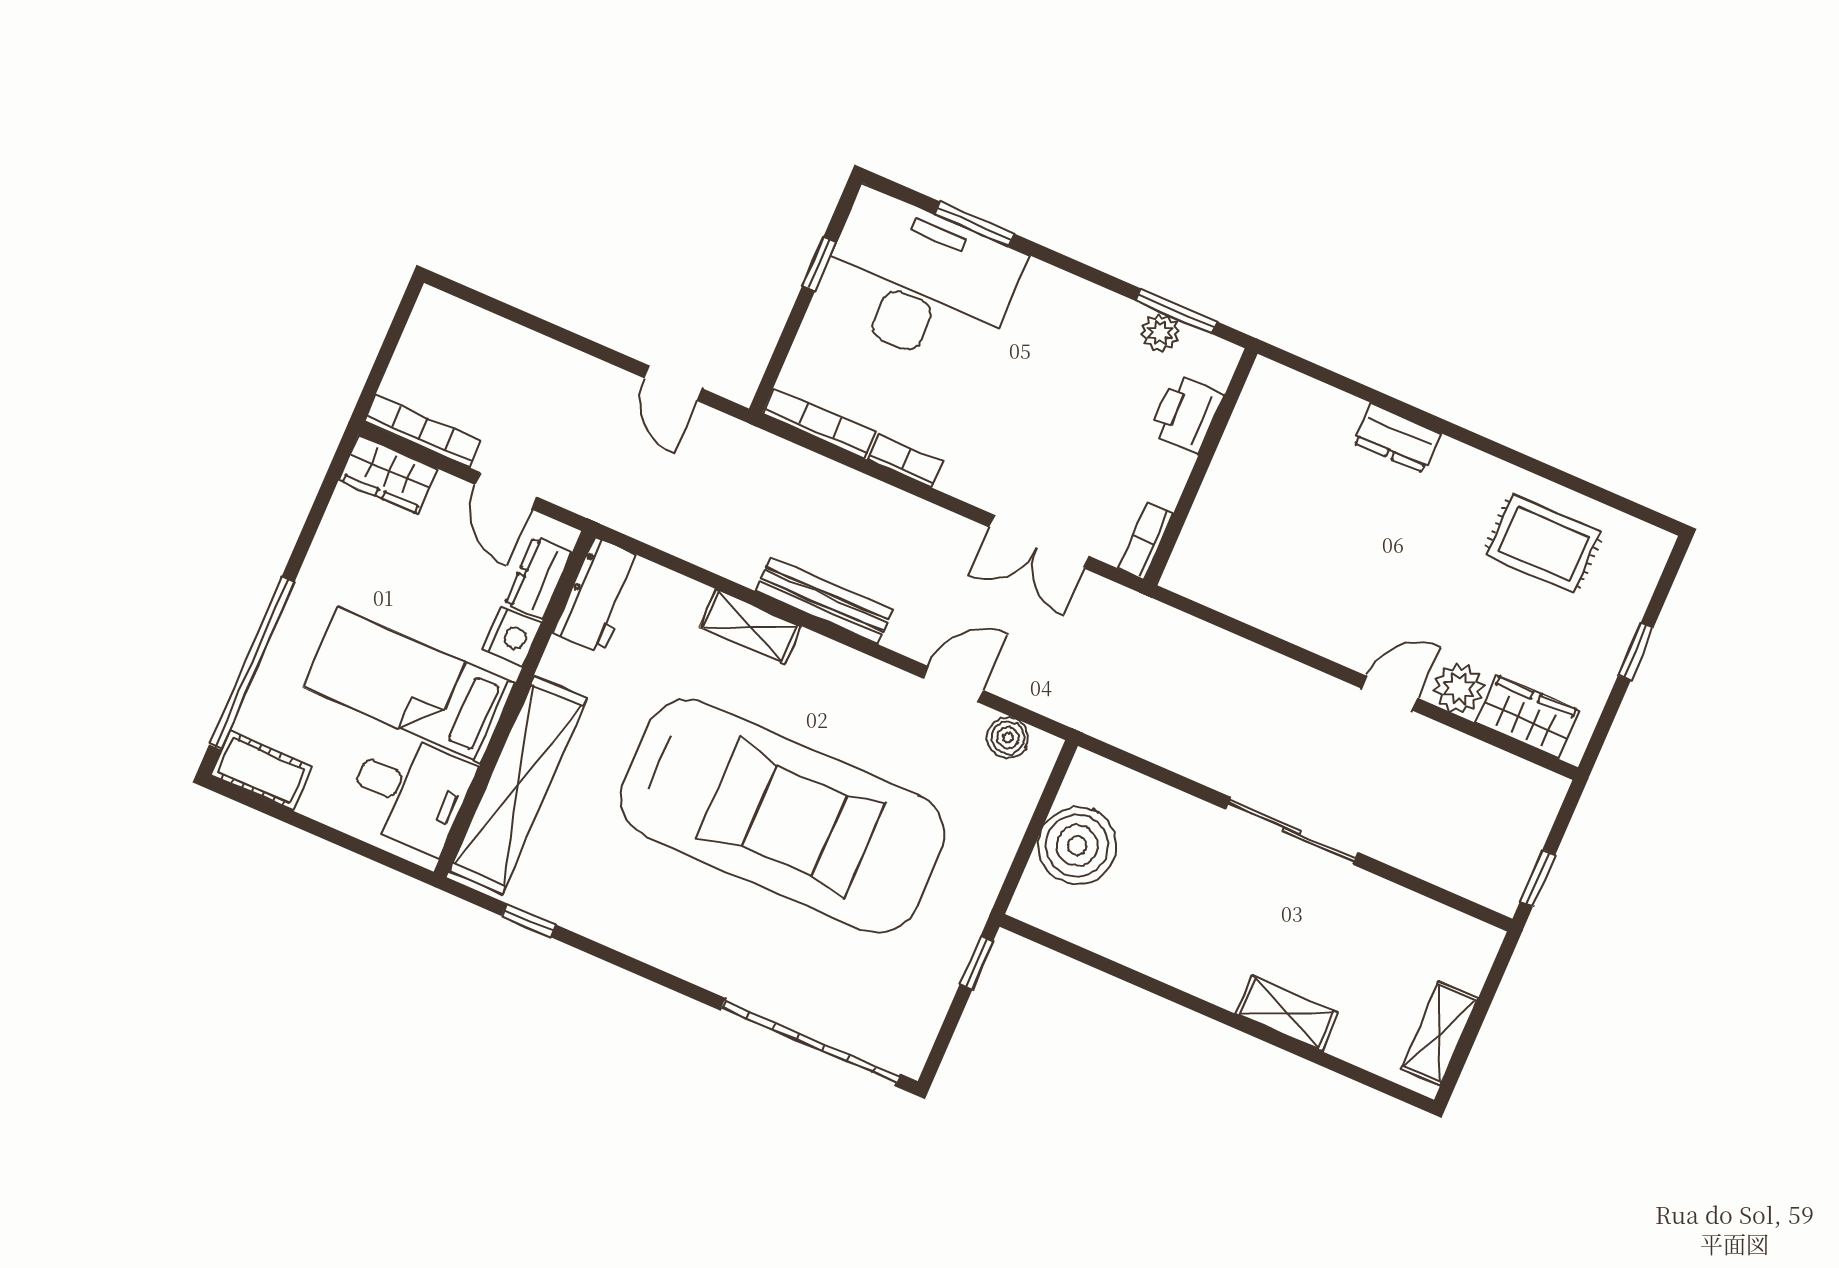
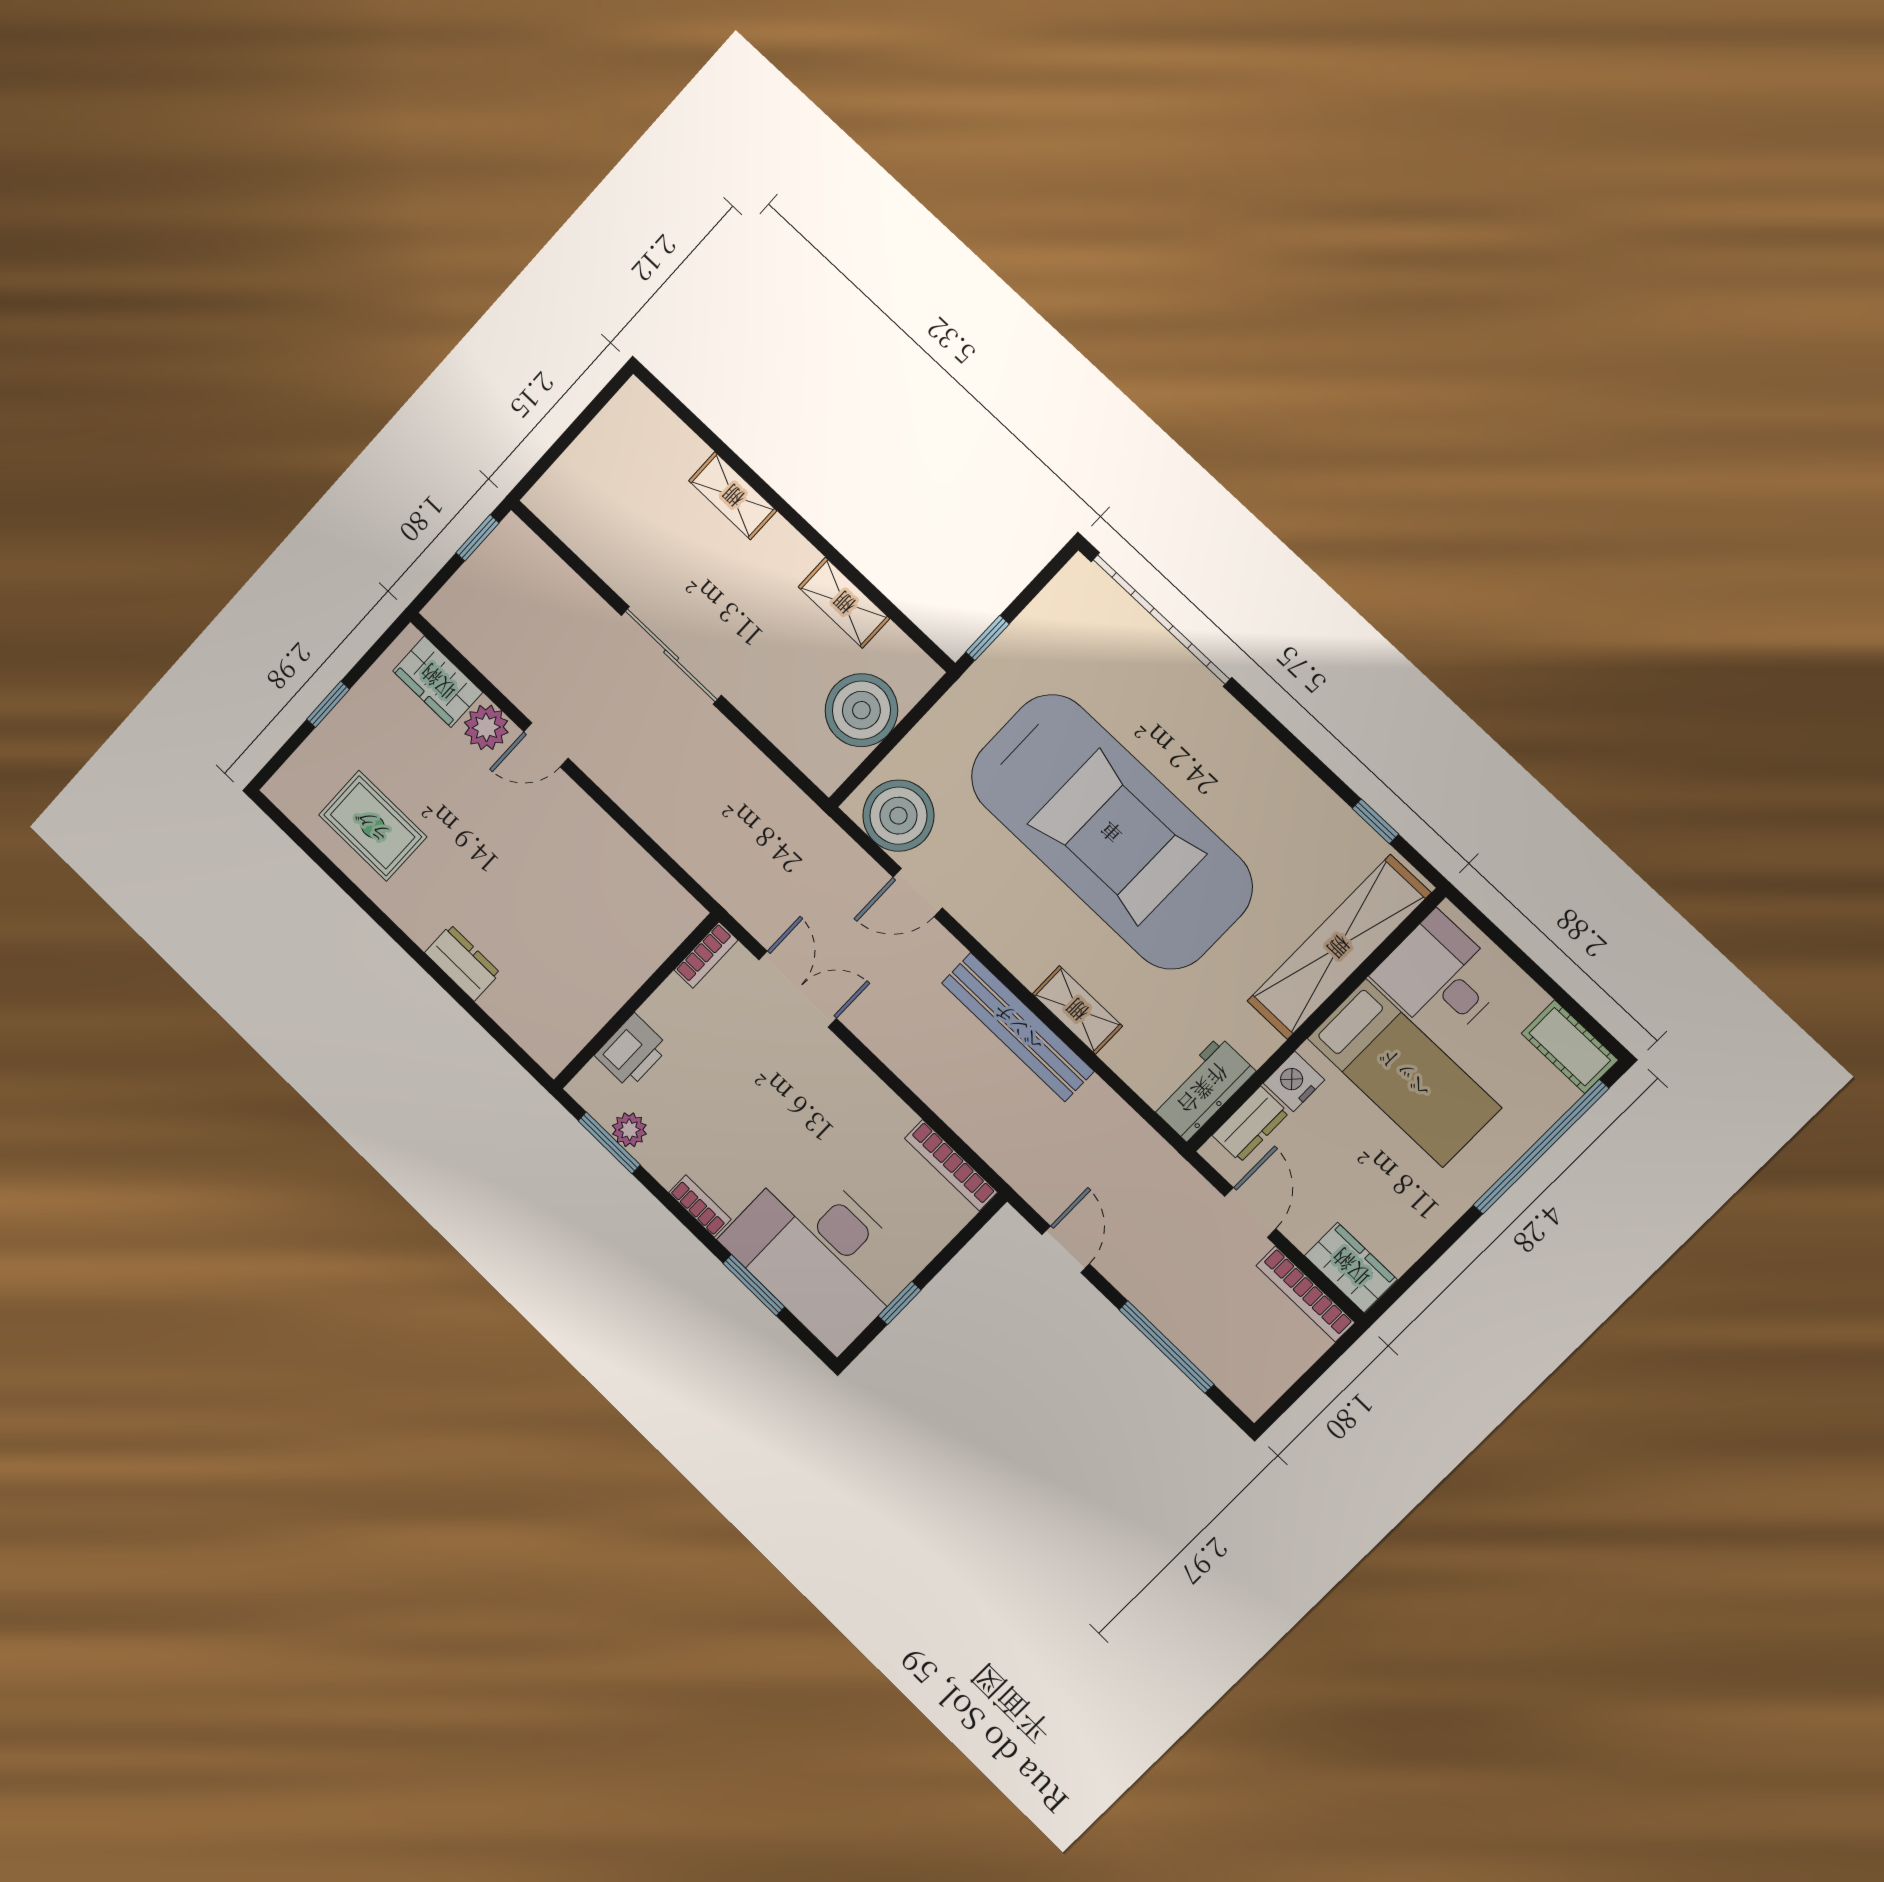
window: (538, 325) -> (1166, 1347), added
bookcase: (905, 461) -> (700, 1206), moved, turned 180
bench: (824, 601) -> (1018, 1027), width x1.37, depth x1.21
boiler: (1008, 738) -> (898, 816), width x1.86, depth x1.86
car: (783, 816) -> (1111, 832), turned 180
shelving: (1439, 1034) -> (844, 603), moved, turned 90

